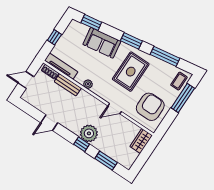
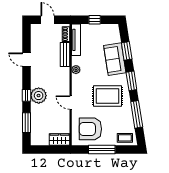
window: (91, 22) -> (127, 51), moved
window: (183, 98) -> (102, 149), moved
armchair: (150, 107) -> (90, 129), turned 180

